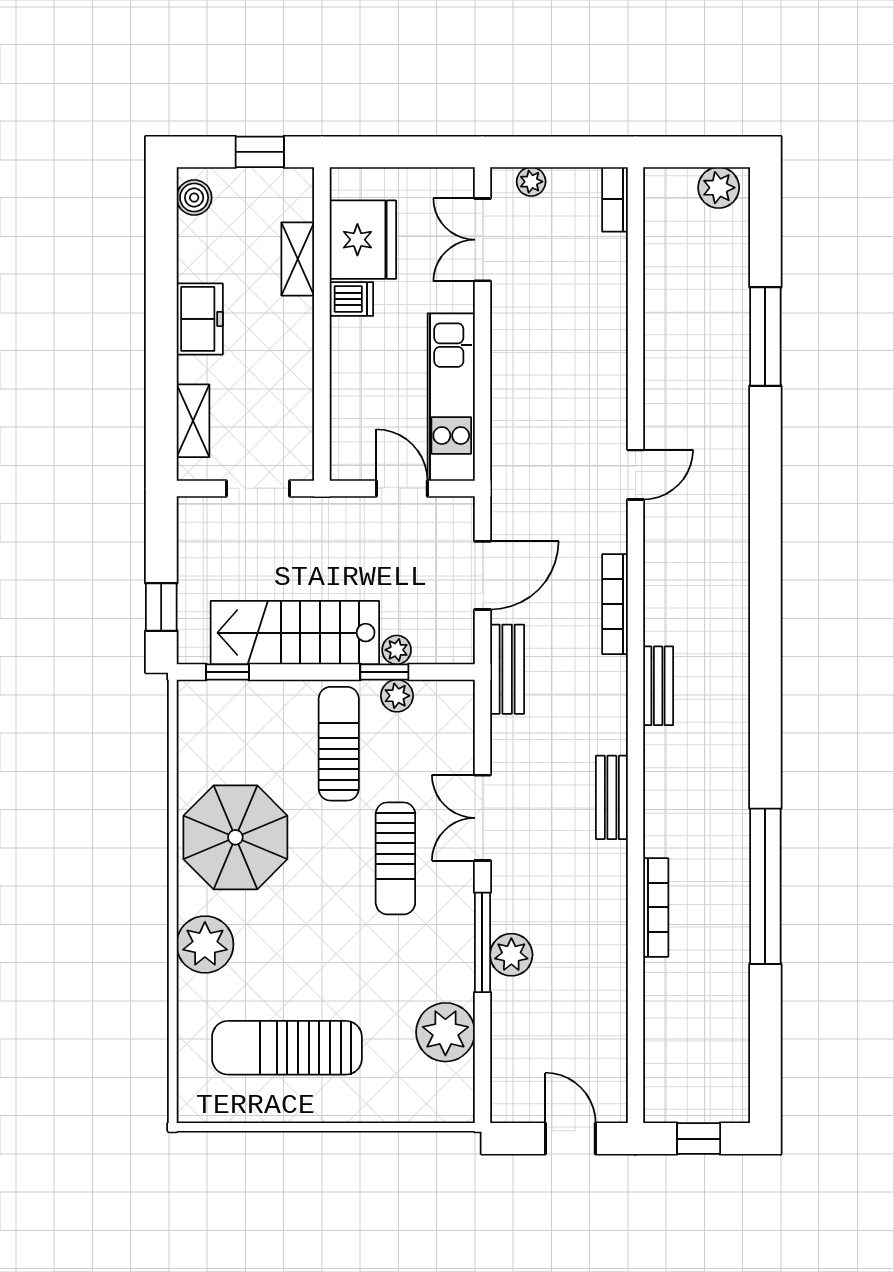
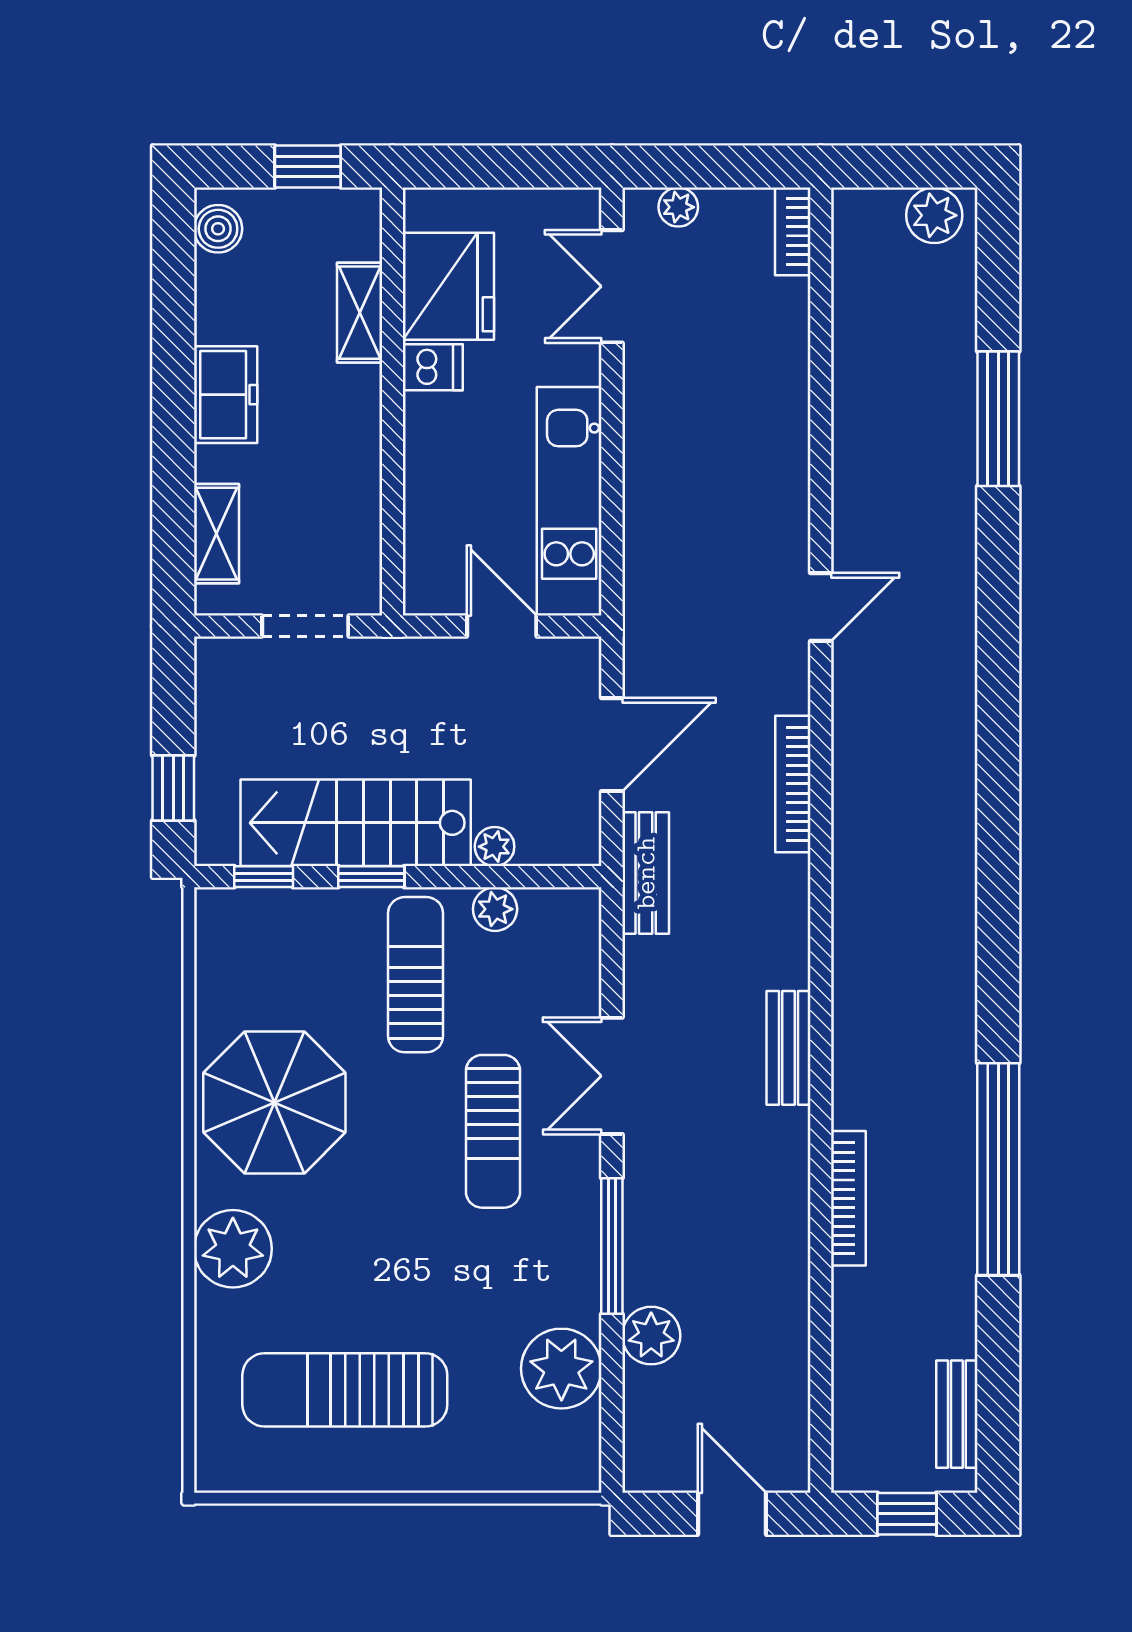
window: (384, 672) -> (371, 877), moved
bench: (658, 686) -> (957, 1414), moved
plant: (511, 955) -> (651, 1336), moved

